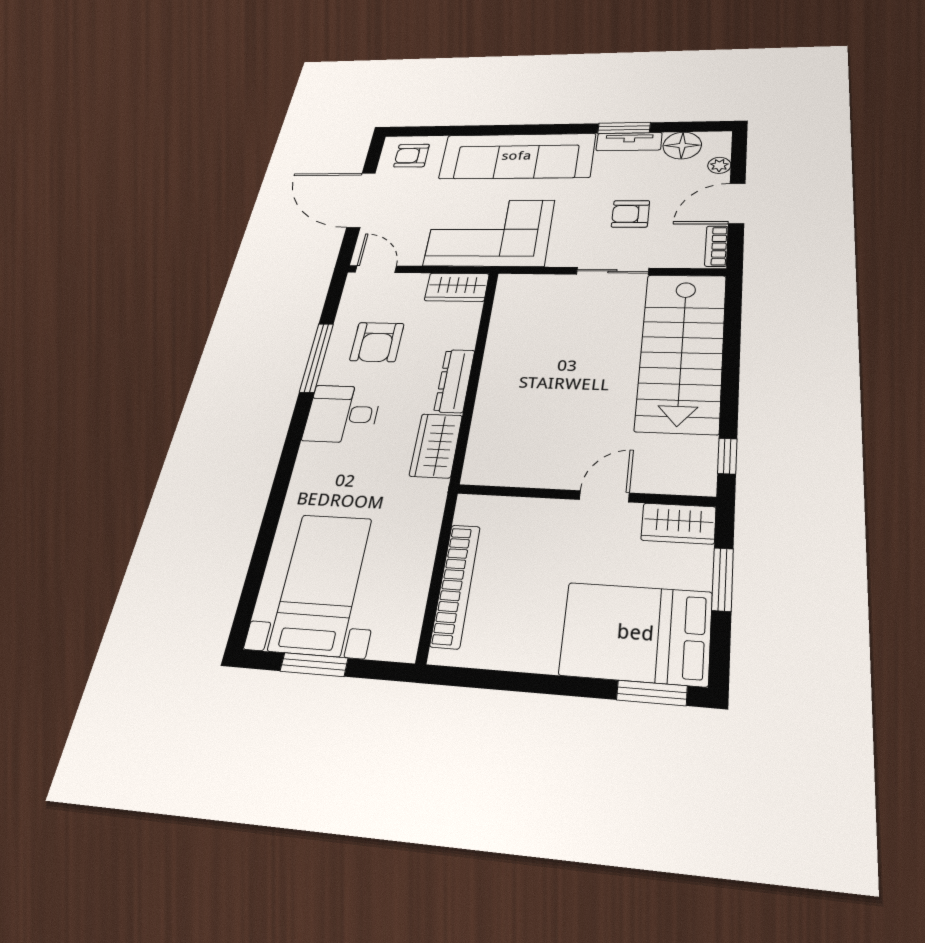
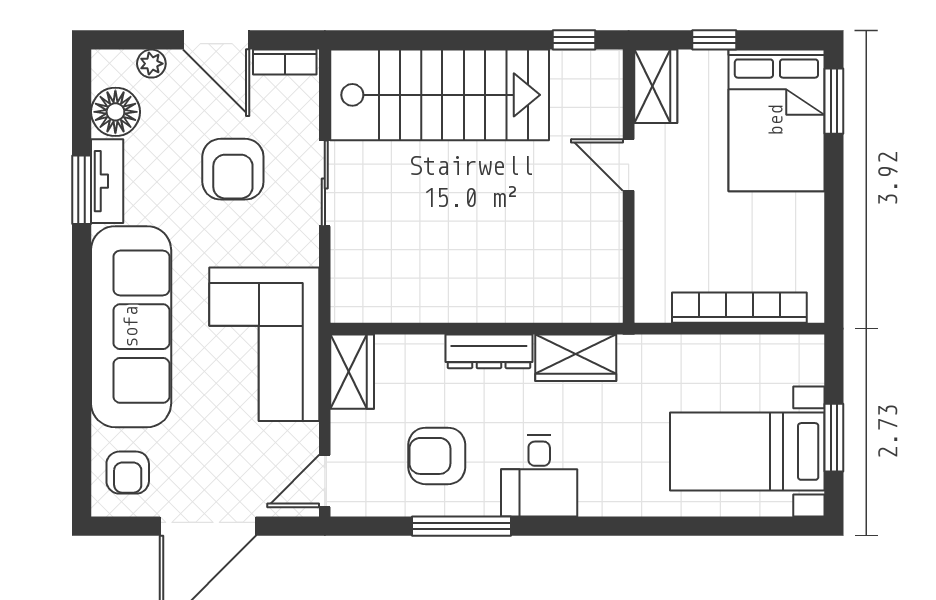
armchair: (630, 214) -> (233, 169), width x1.38, depth x1.38
armchair: (377, 342) -> (437, 456), turned 180
window: (723, 579) -> (714, 40), width x0.67

